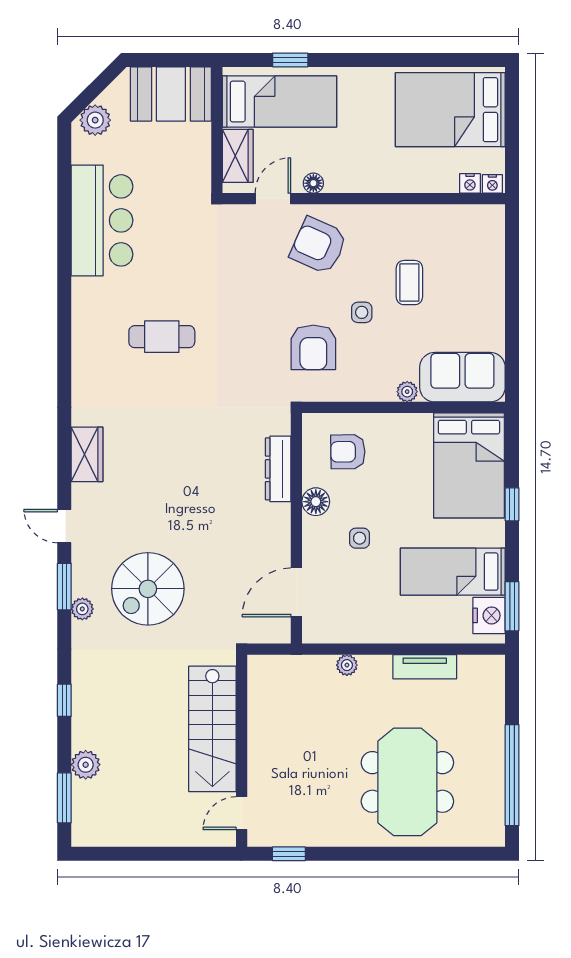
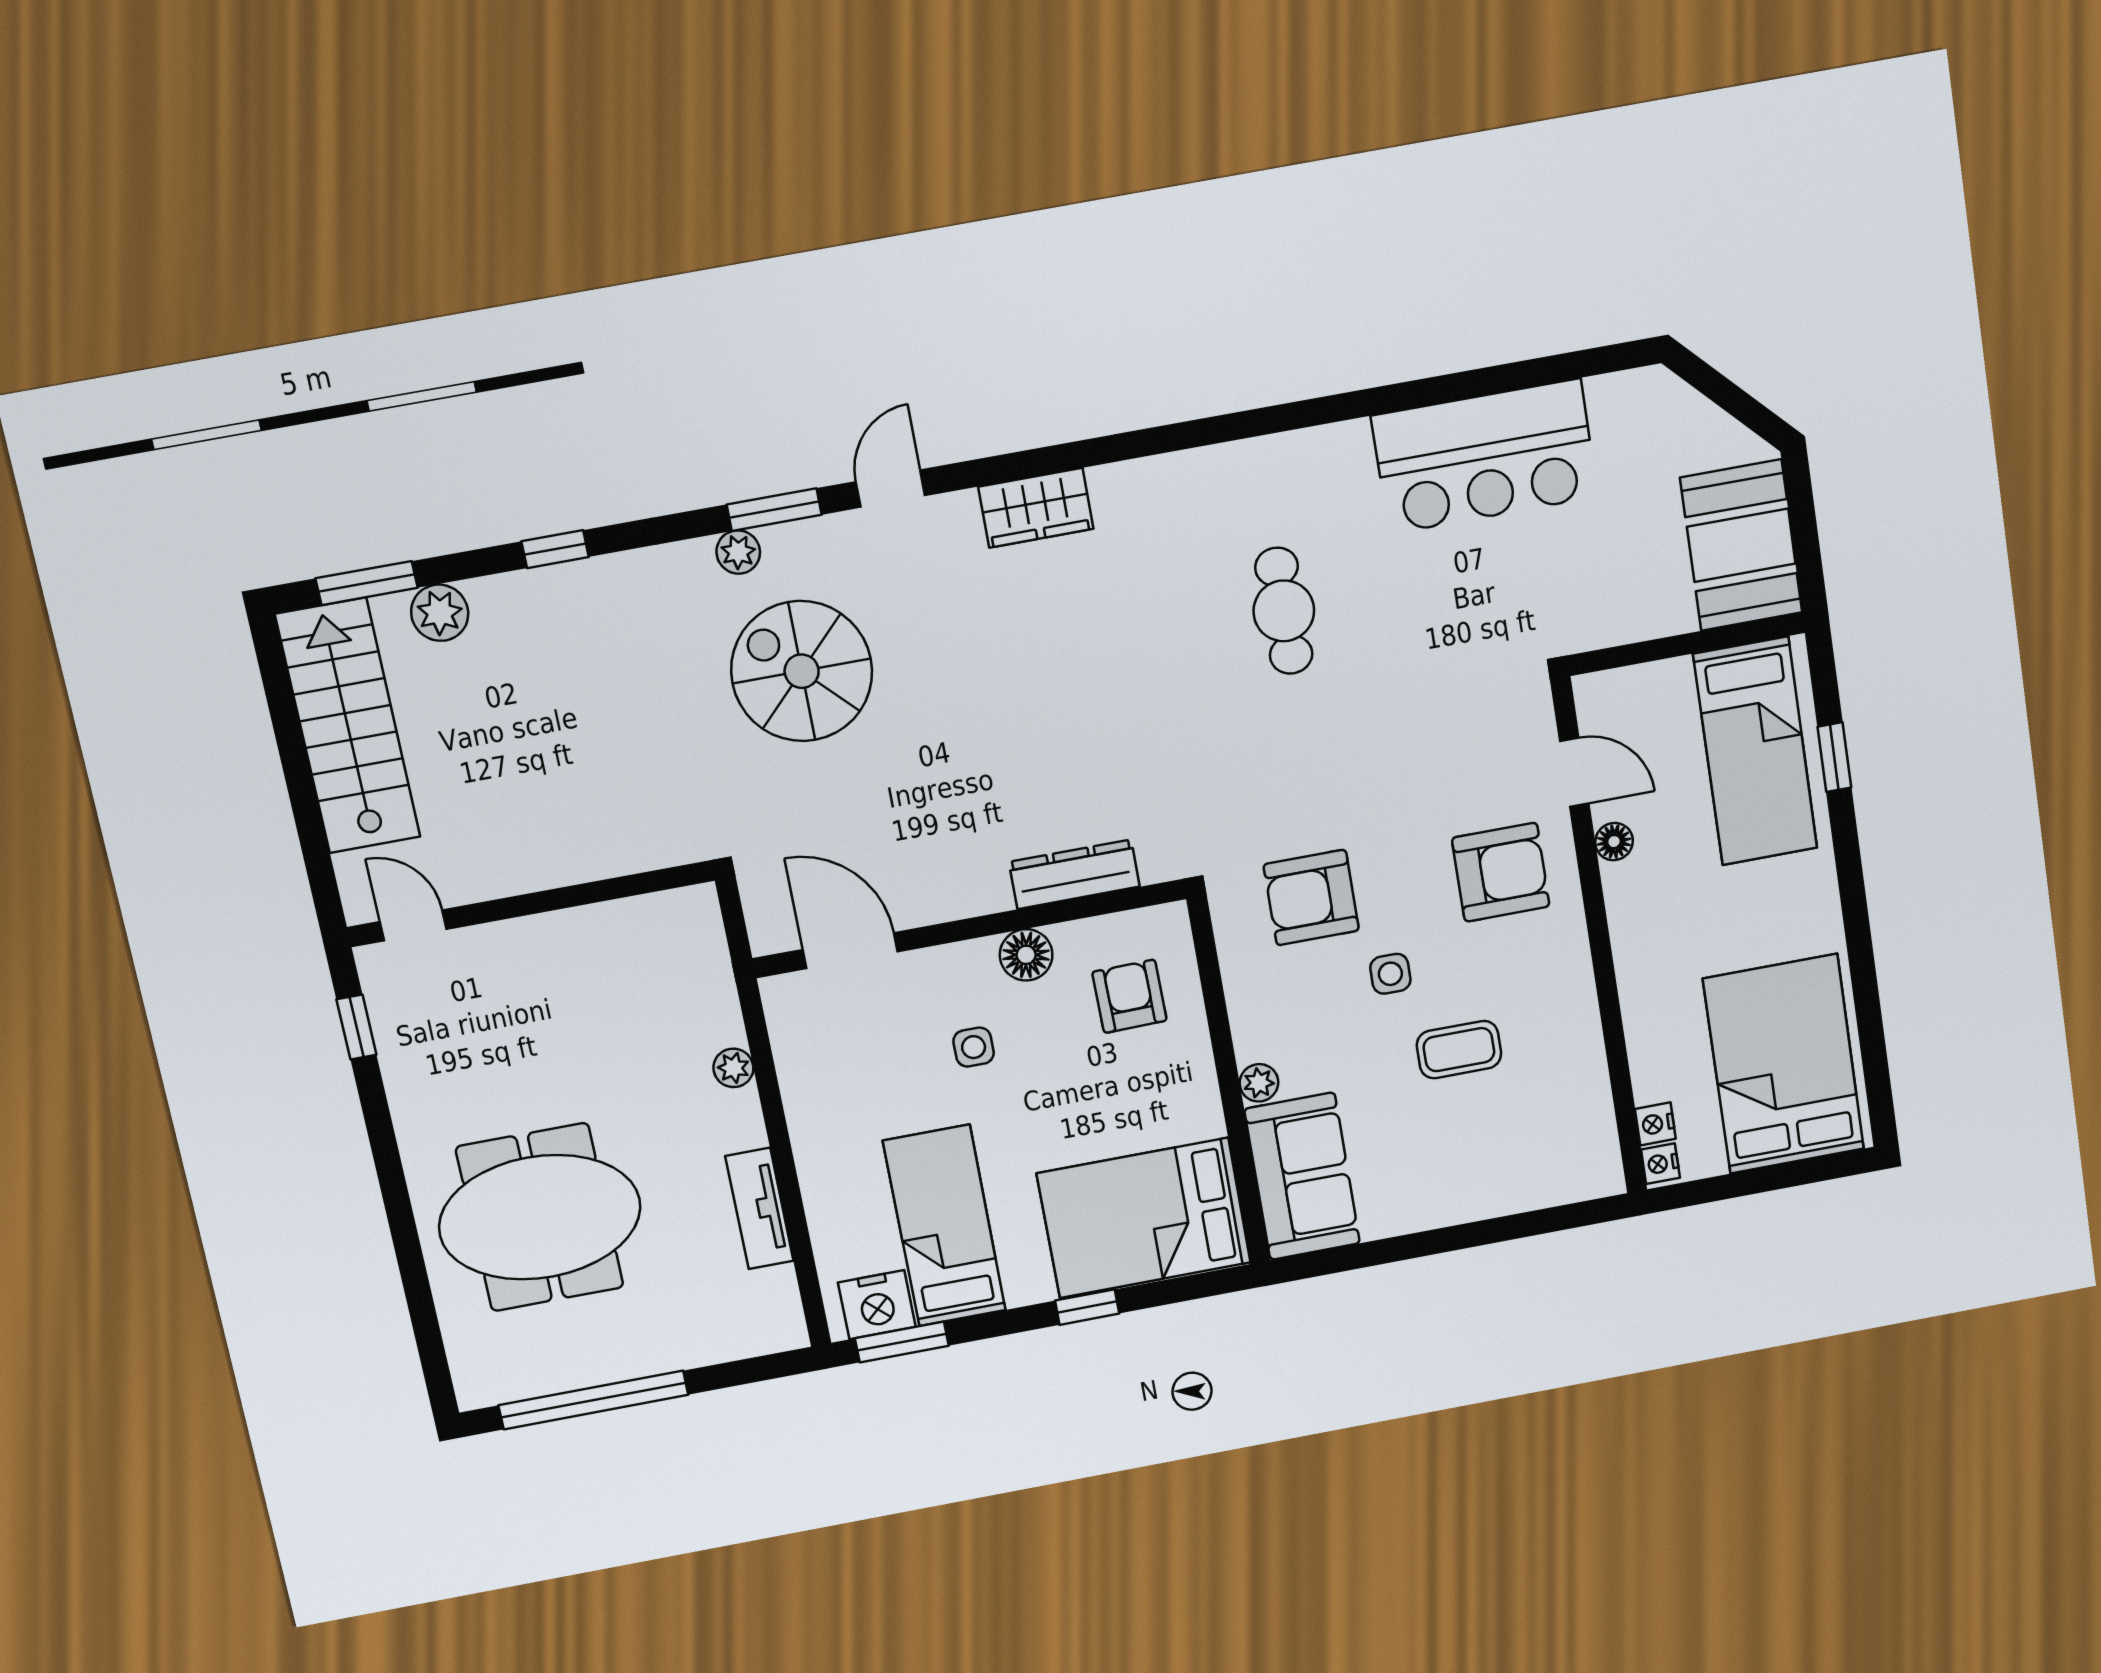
plant: (95, 120) -> (1672, 409), removed
wardrobe: (238, 156) -> (1644, 692), removed
armchair: (318, 246) -> (1501, 872), turned 66
stairs: (212, 729) -> (348, 726), moved, turned 90

